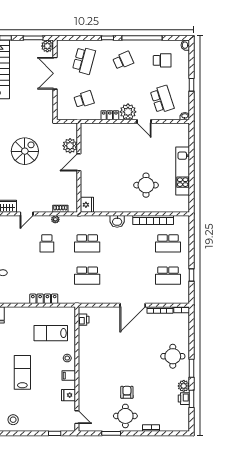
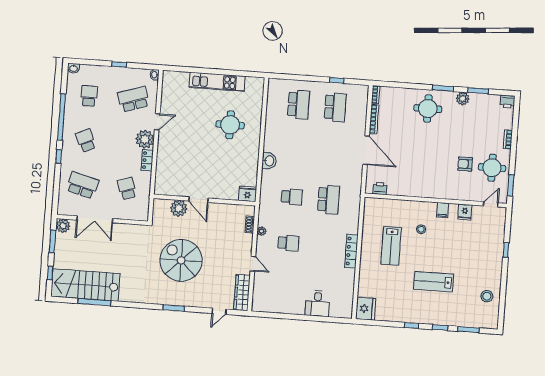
spiral stairs: (25, 151) -> (181, 260), width x1.37, depth x1.37
bookcase: (153, 220) -> (270, 120), removed
school desk: (87, 243) -> (292, 197), width x0.54
printer: (84, 320) -> (380, 188), moved
wall: (77, 369) -> (436, 200), moved
filing cabinet: (69, 376) -> (443, 210), moved
fridge: (68, 395) -> (465, 212), moved
printer: (184, 399) -> (508, 102), moved
door: (77, 417) -> (491, 204), moved

